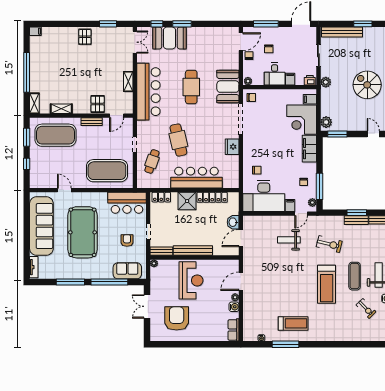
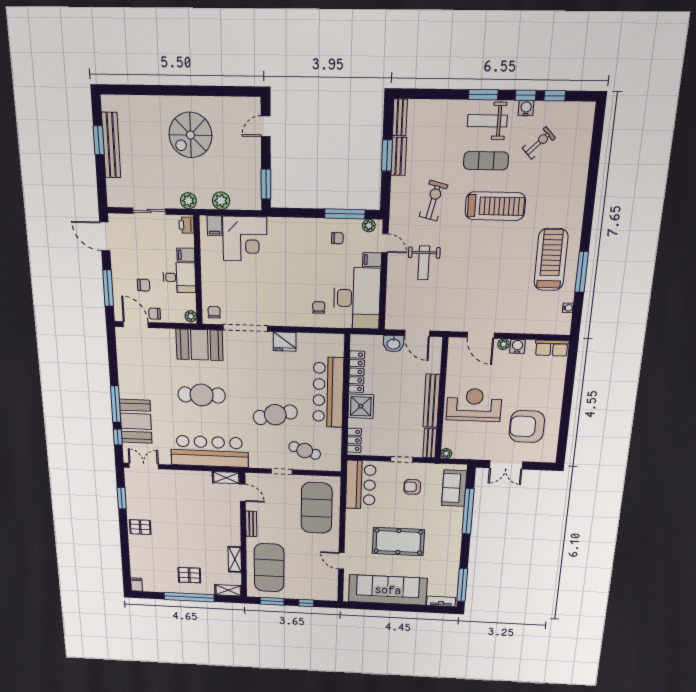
window: (182, 24) -> (116, 404), width x1.44
bench: (342, 32) -> (111, 145), moved
shelving: (128, 81) -> (226, 478), moved
pallet: (98, 104) -> (189, 575), moved
plant: (326, 122) -> (221, 201), moved
filing cabinet: (309, 149) -> (288, 228), removed
door: (64, 190) -> (341, 561), hinge flipped
pool table: (83, 232) -> (398, 542), width x0.73, depth x0.76
window: (70, 282) -> (462, 585), moved
treadmill: (293, 323) -> (551, 260), width x1.37, depth x1.38

